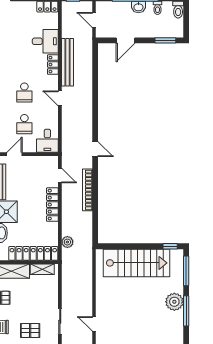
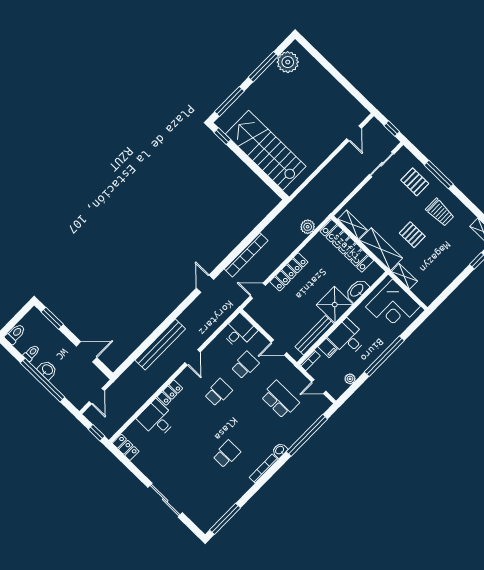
bench: (67, 62) -> (160, 345), moved
door: (60, 175) -> (258, 291), hinge flipped
plant: (174, 302) -> (288, 62), moved

